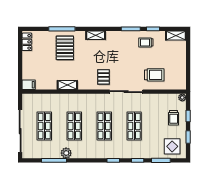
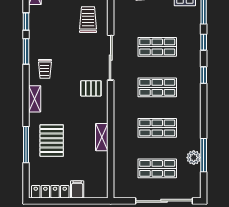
locker: (27, 42) -> (50, 192), width x1.53
trolley: (146, 42) -> (45, 69), moved
pallet: (65, 48) -> (52, 141), turned 90
filing cabinet: (29, 85) -> (77, 189), moved
plant: (66, 153) -> (194, 158), moved

